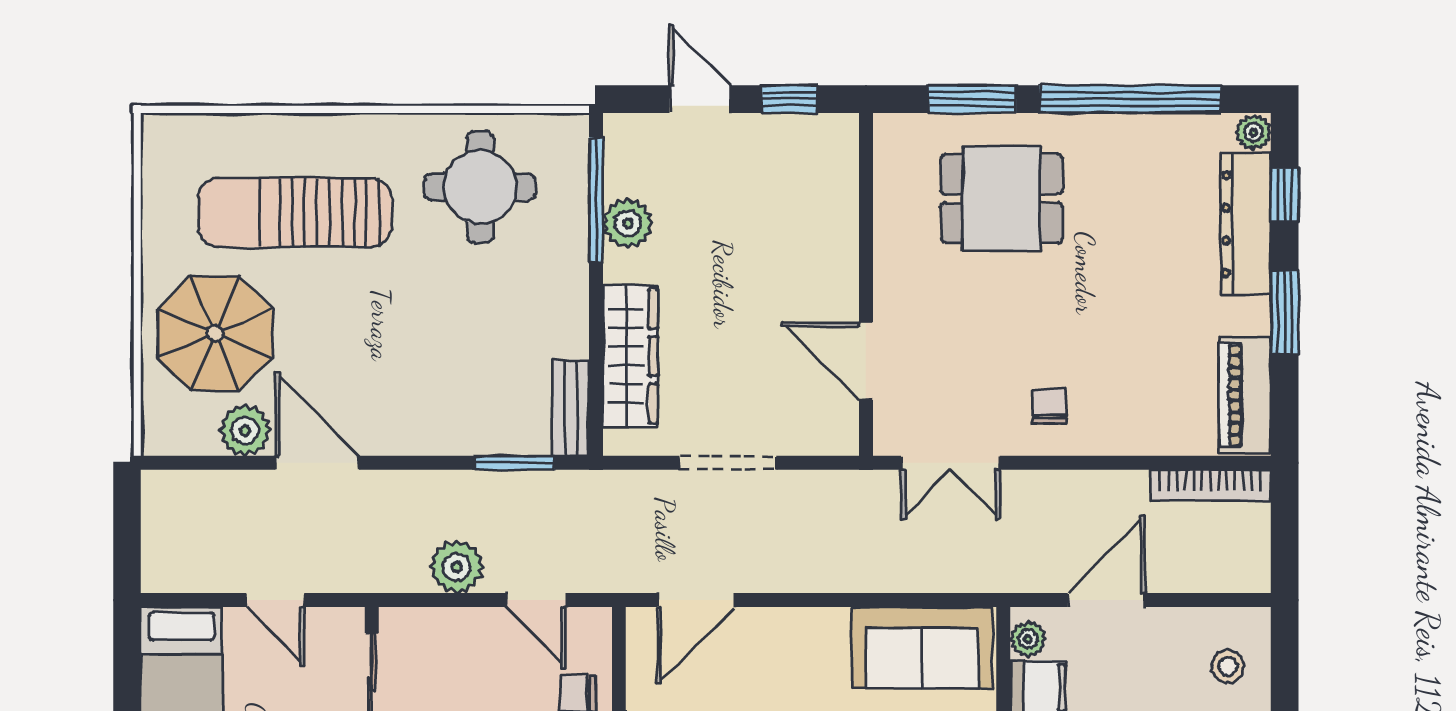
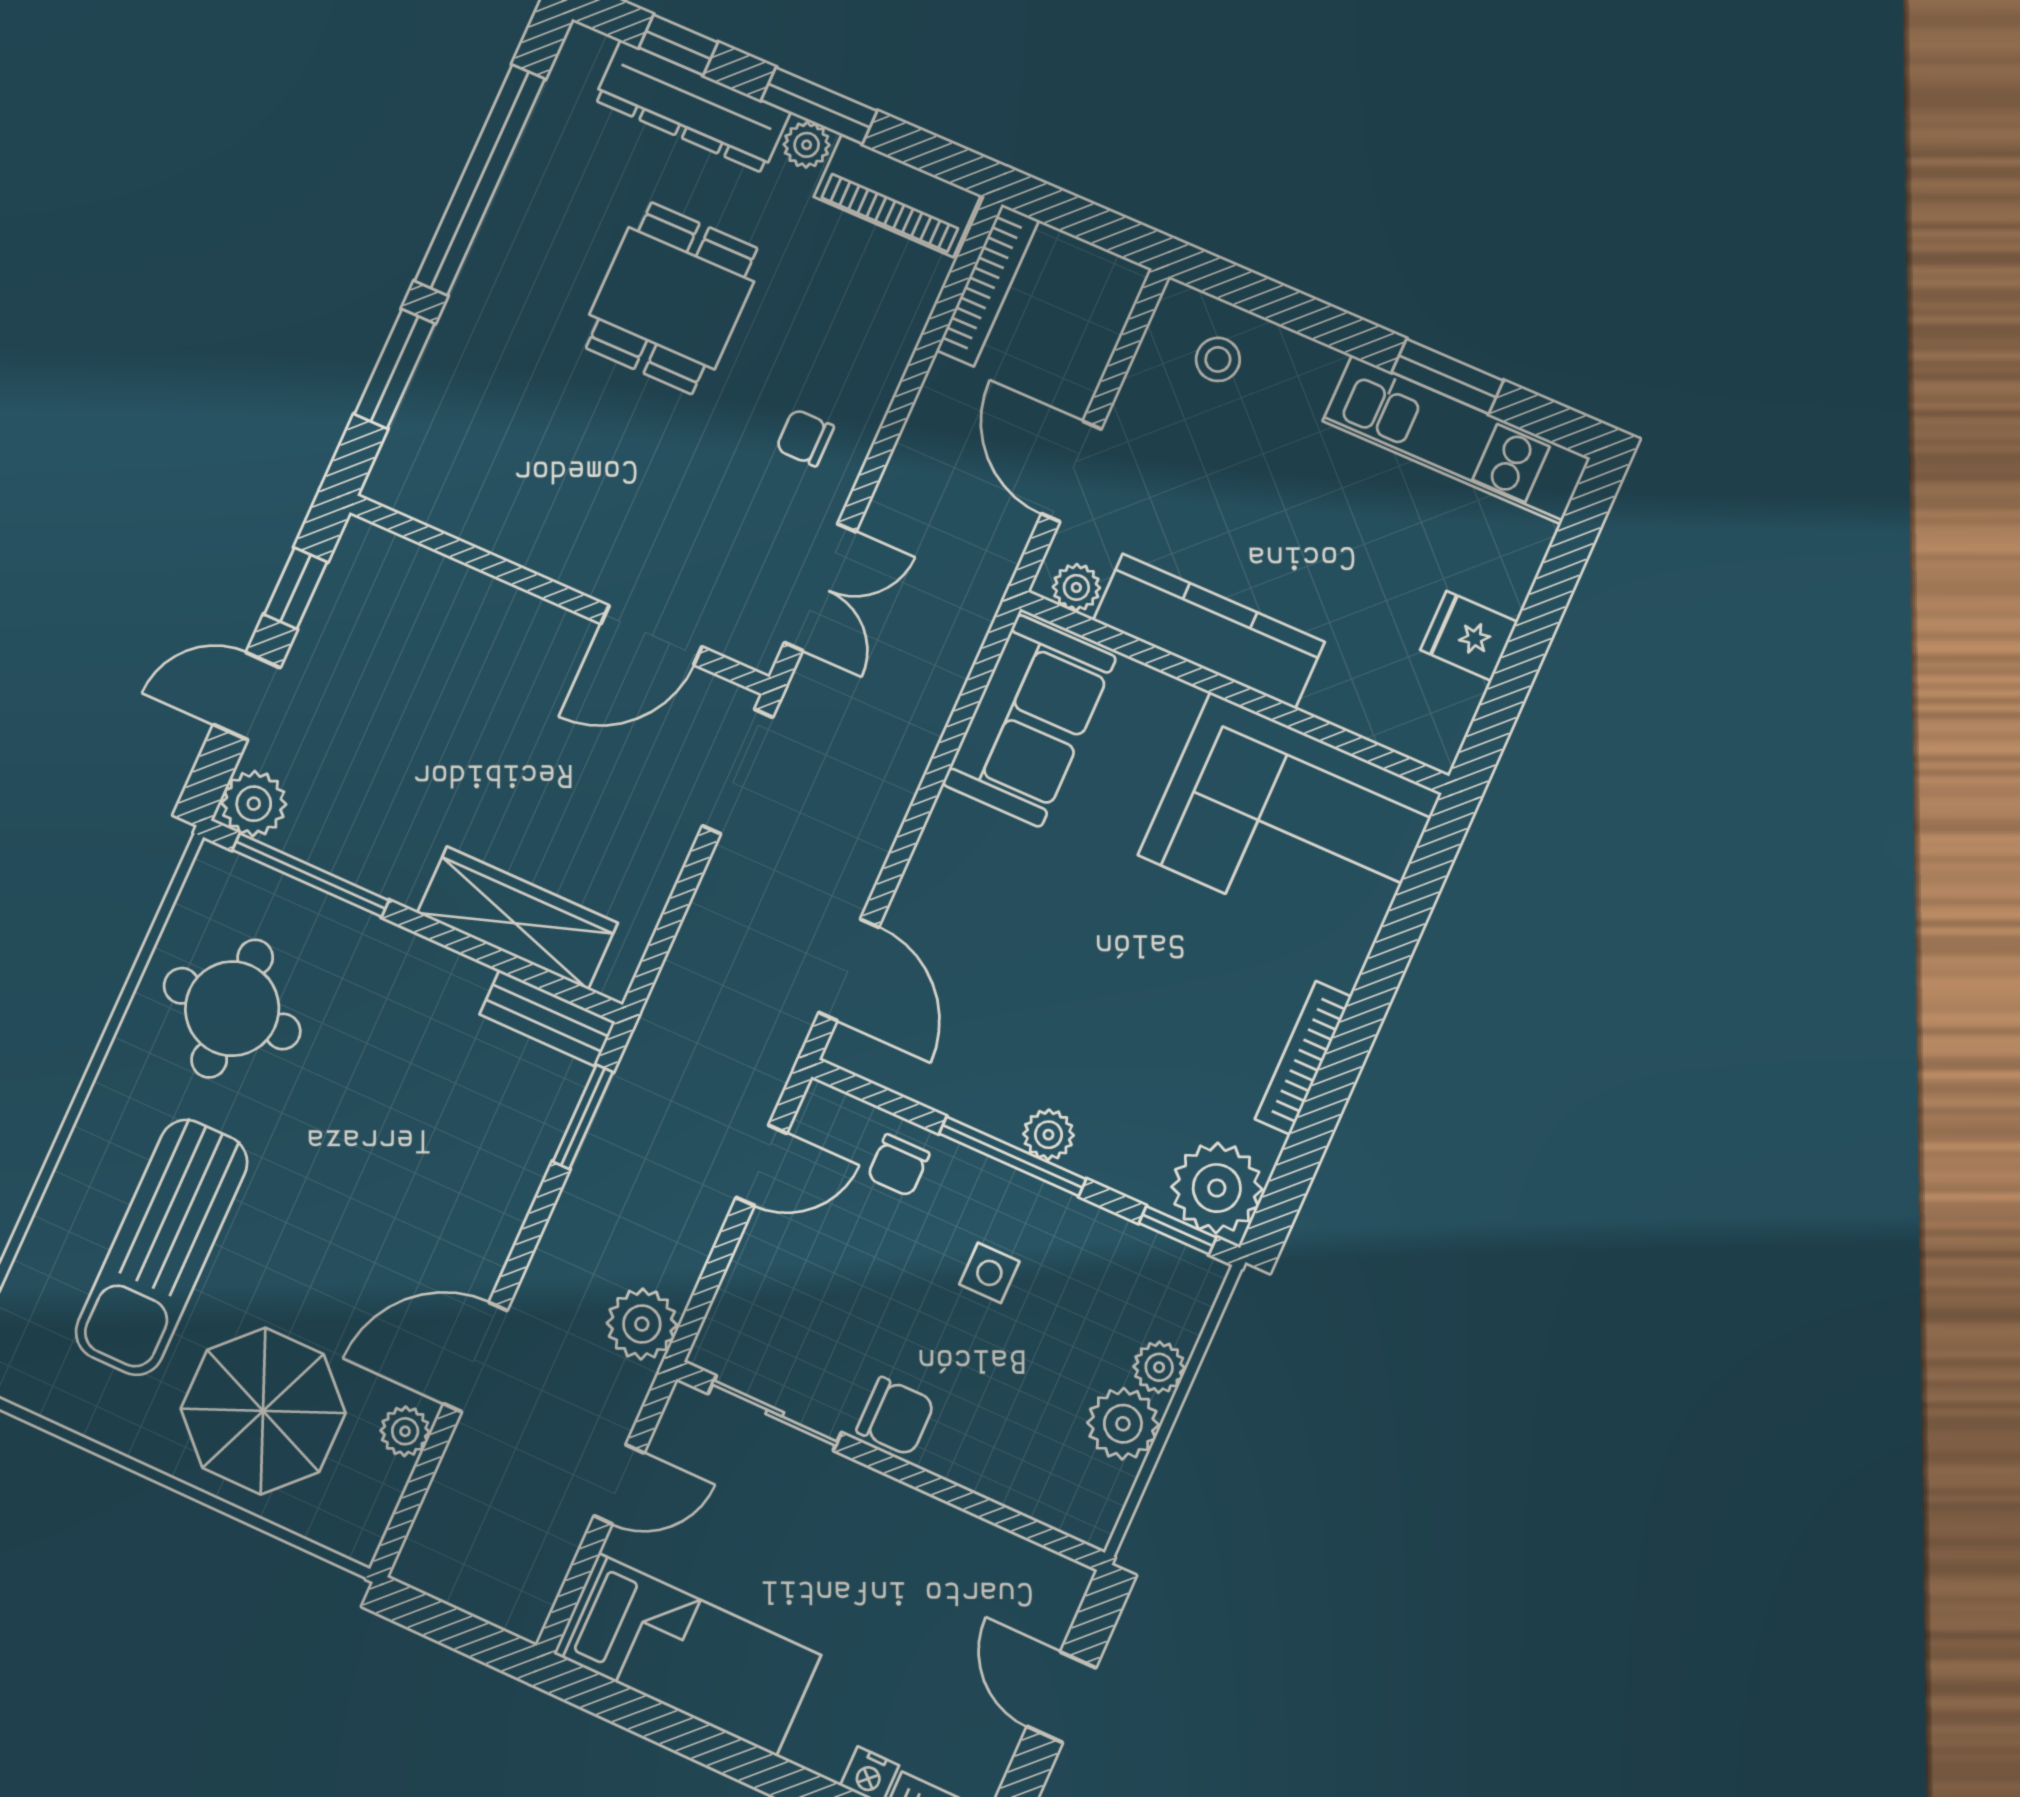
plant: (1253, 132) -> (807, 145), moved
dining table: (1002, 198) -> (672, 298), moved
plant: (628, 223) -> (254, 804), moved
plant: (245, 430) -> (405, 1431), width x0.73, depth x0.73
doorway: (728, 463) -> (738, 771), moved
plant: (457, 567) -> (642, 1324), moved

